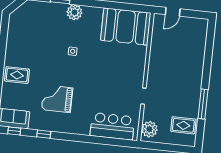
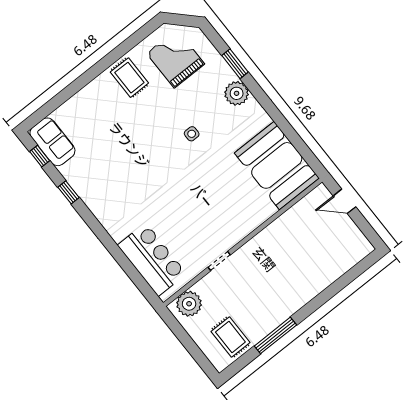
rug: (17, 75) -> (129, 78), moved
grand piano: (57, 99) -> (176, 59), moved

